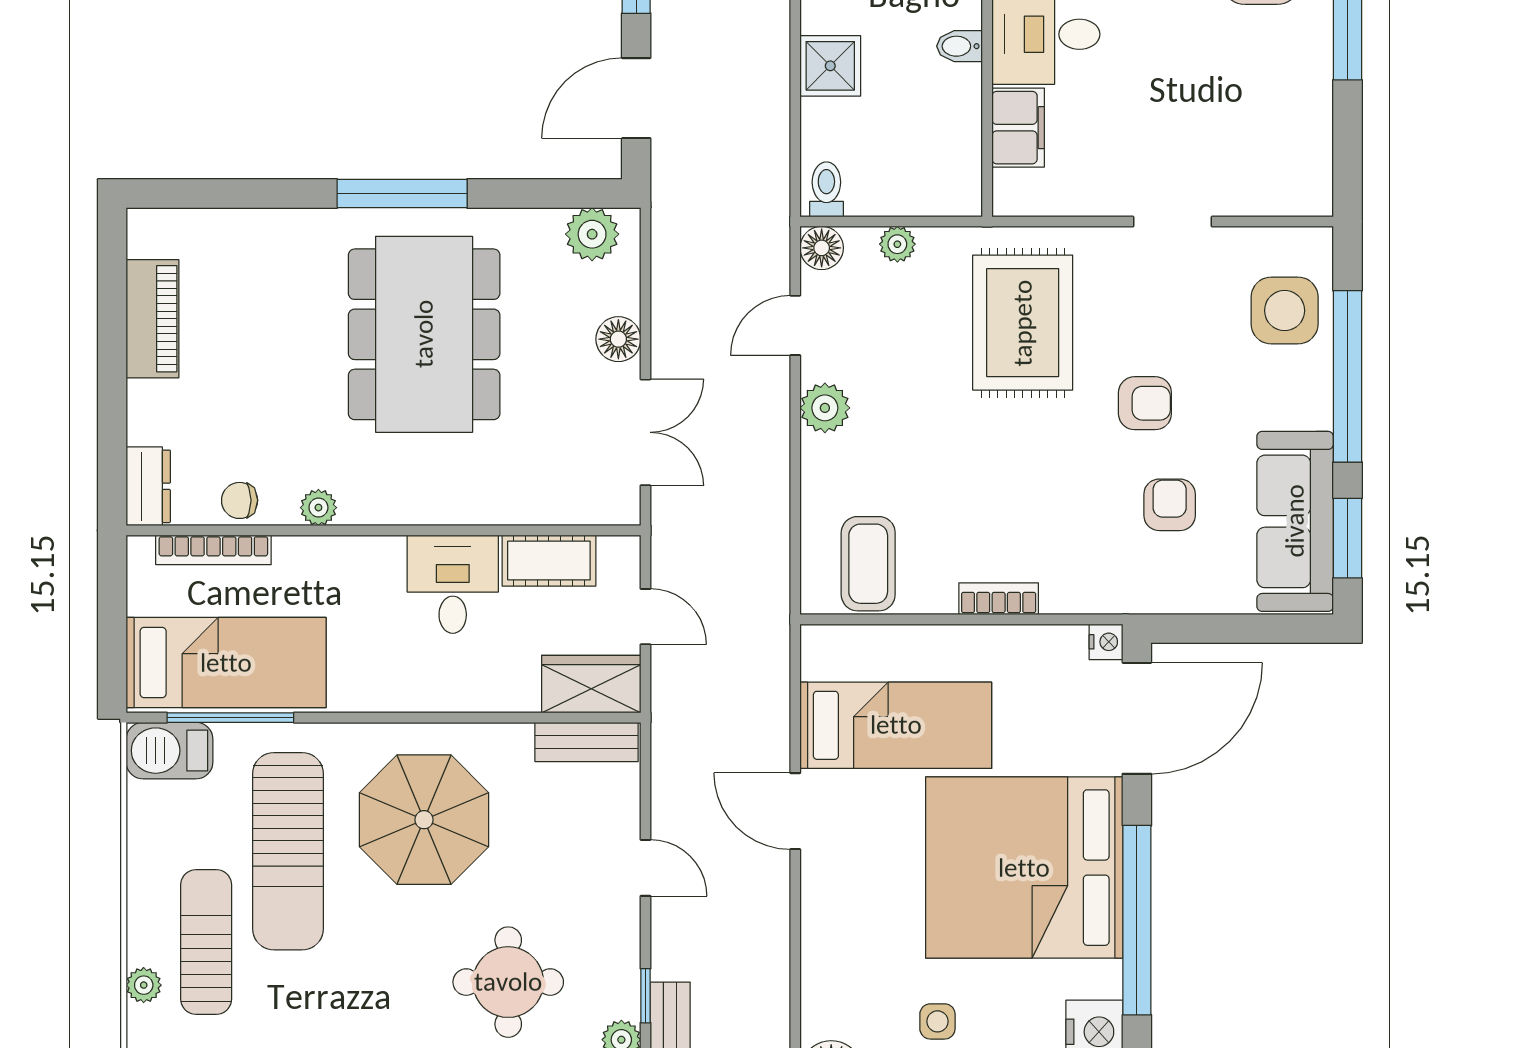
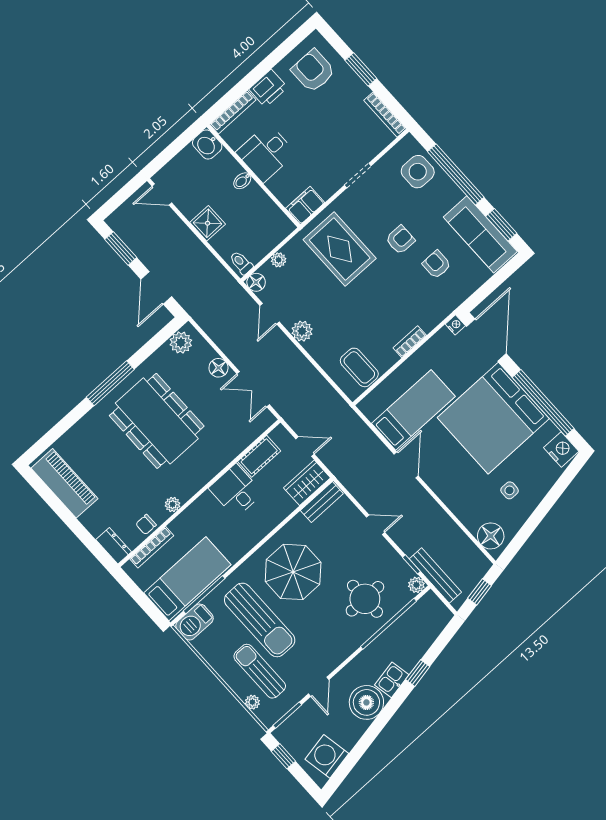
filing cabinet: (1018, 128) -> (305, 206), moved, turned -90
bookcase: (1318, 157) -> (385, 115), added
piano: (152, 319) -> (64, 483), width x1.37, depth x1.33
double door: (646, 432) -> (253, 389), swing flipped
door: (795, 811) -> (406, 465), swing flipped

